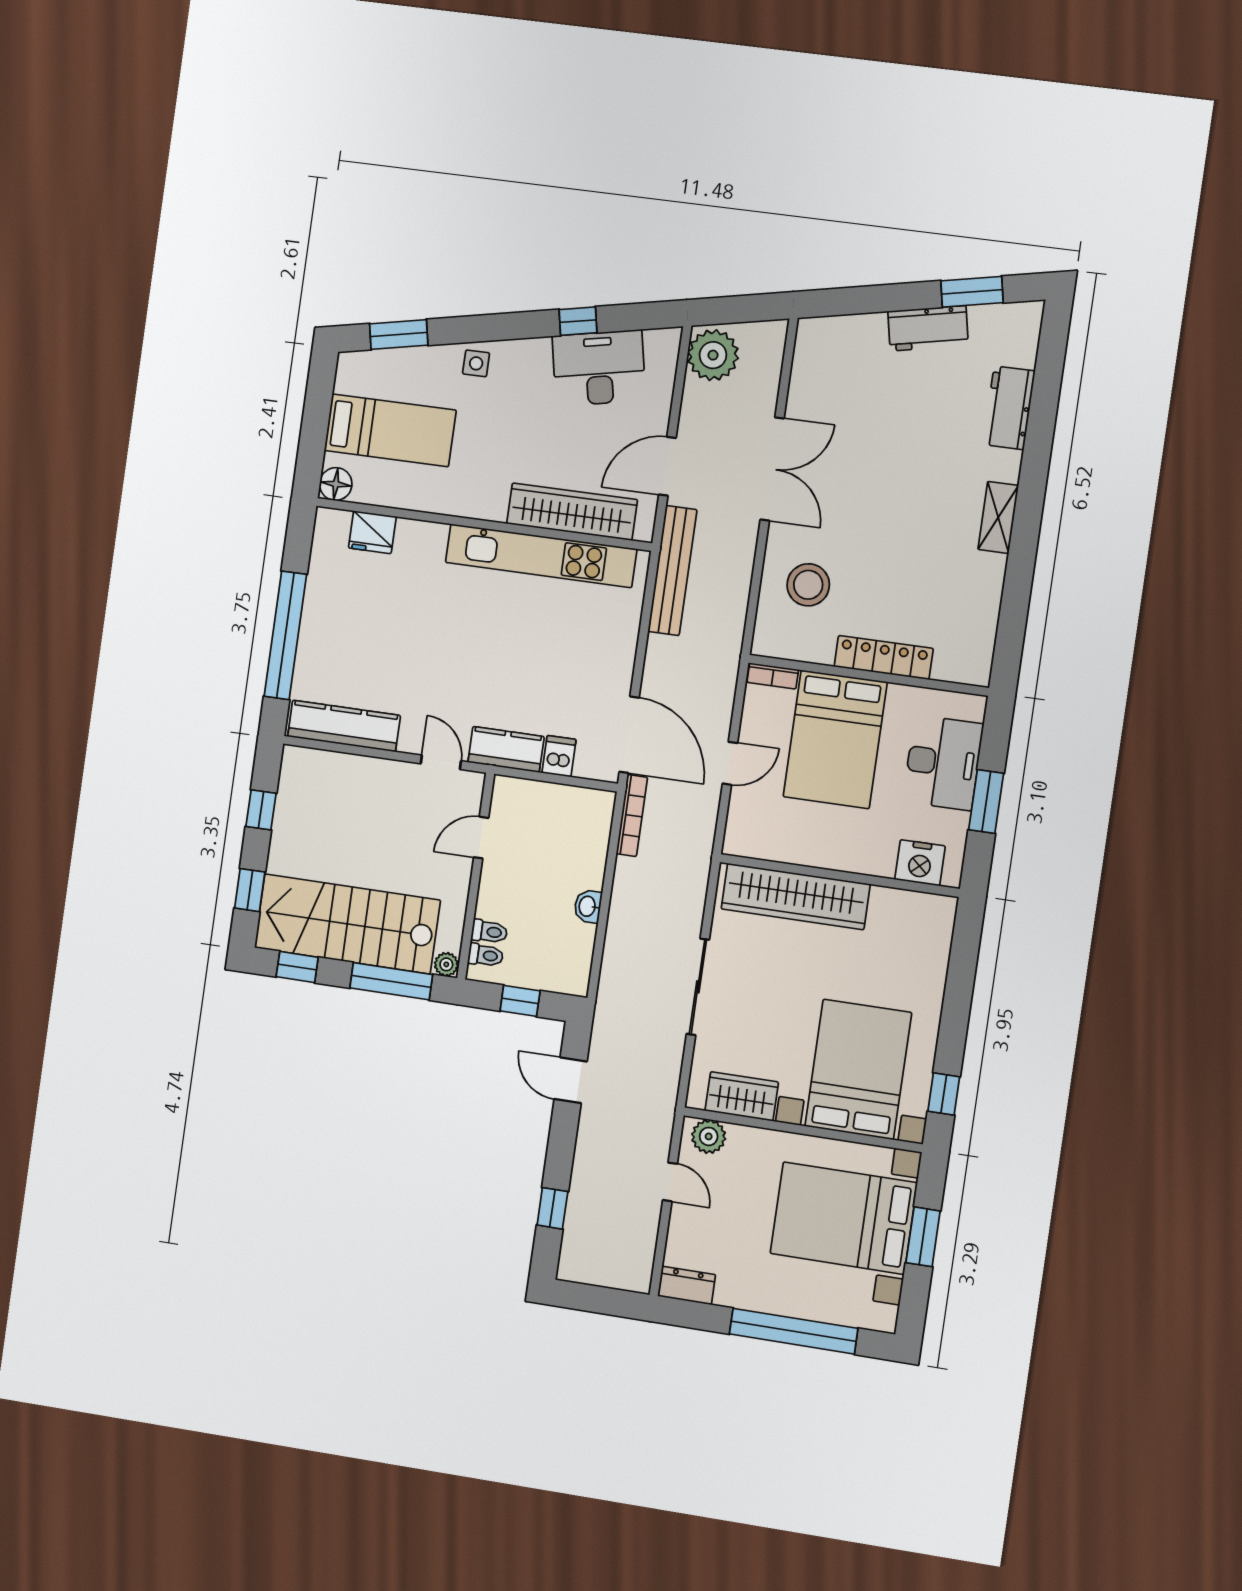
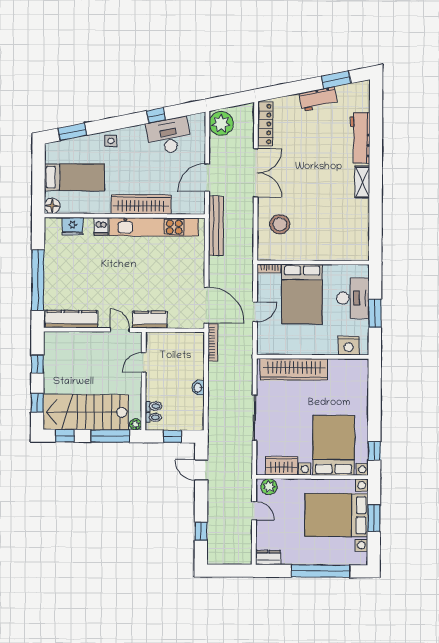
workbench: (1009, 408) -> (360, 138), width x1.38
wardrobe: (572, 512) -> (141, 204), moved
locker: (884, 658) -> (265, 124), moved, turned 90
dishwasher: (559, 756) -> (101, 226), moved, turned 180

